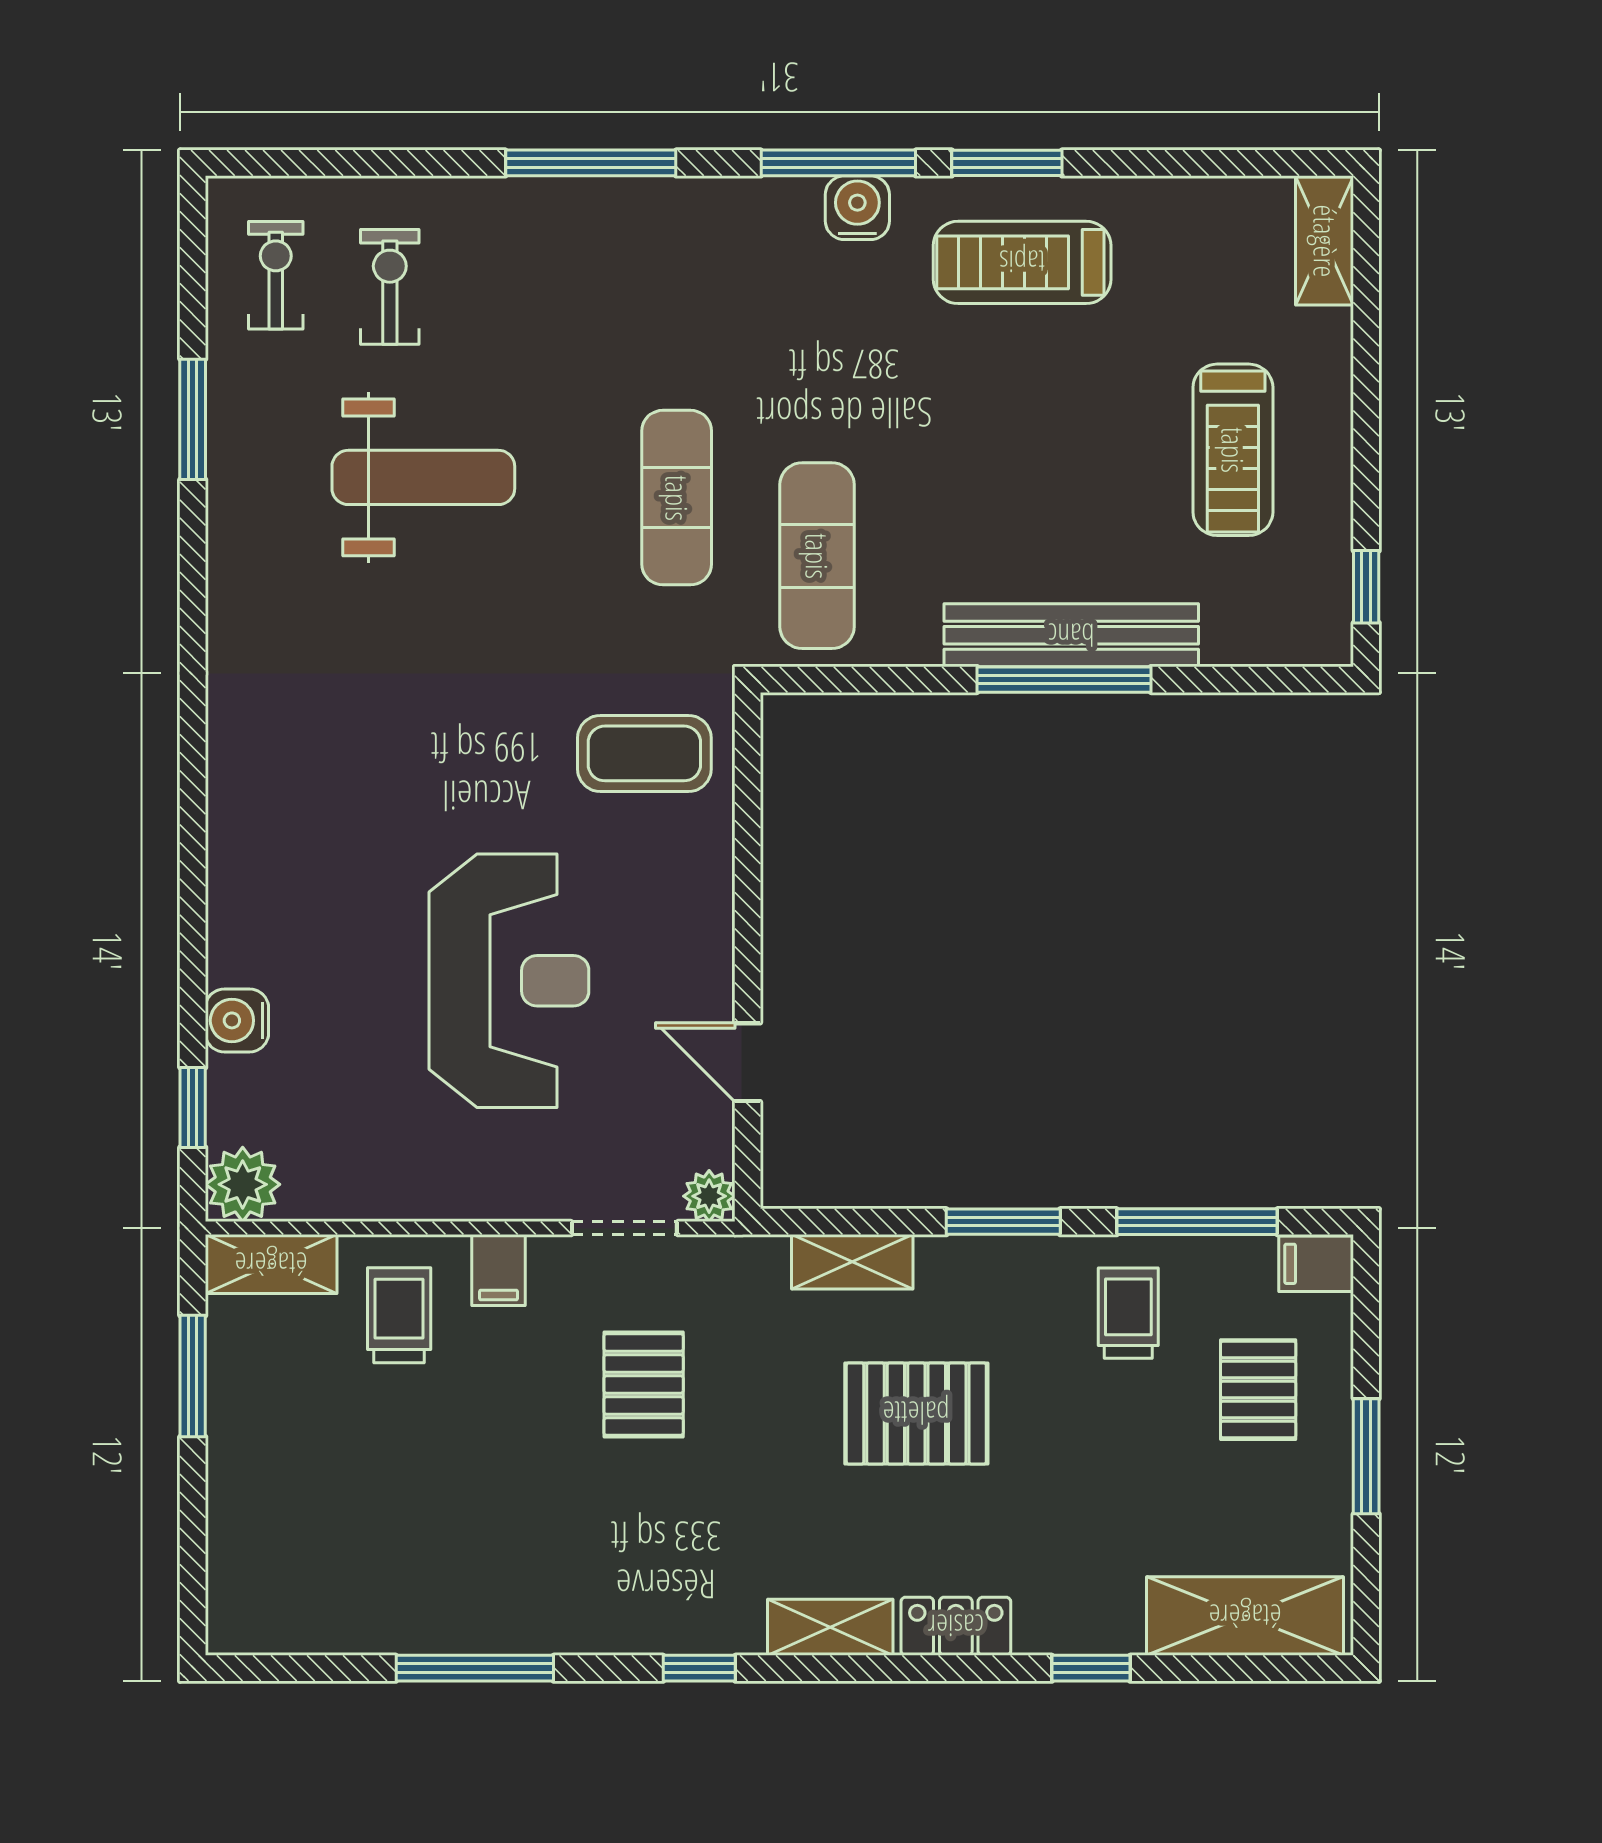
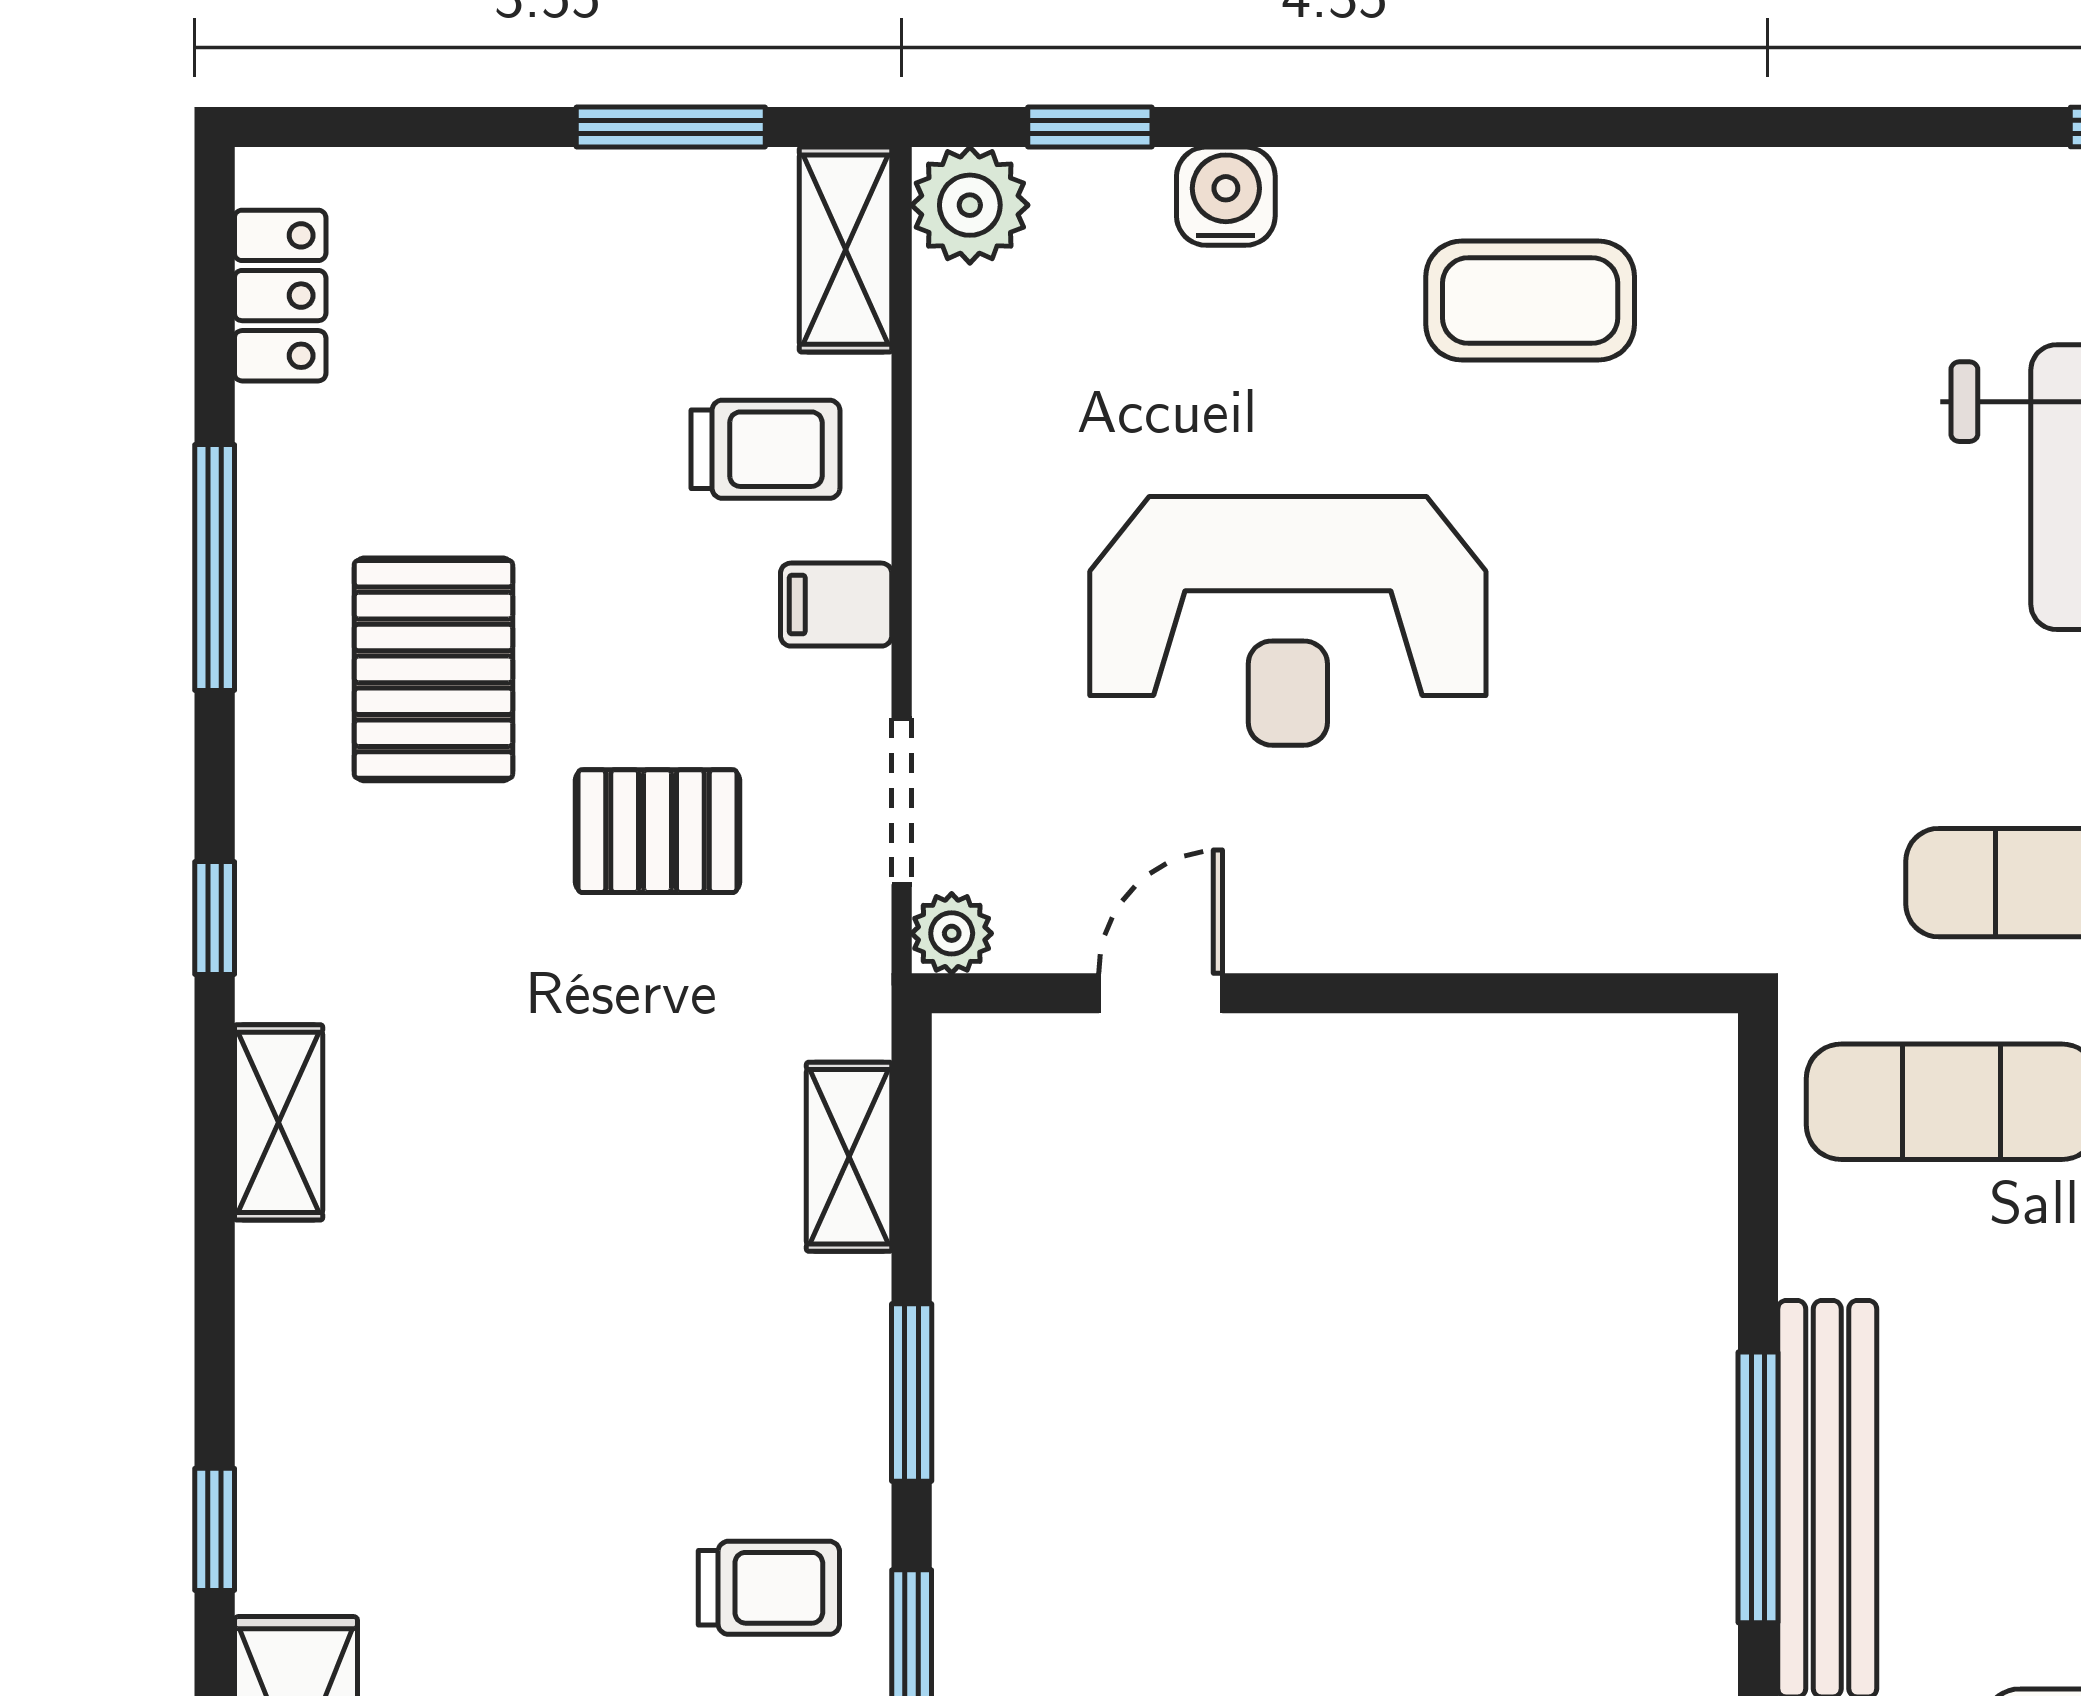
coffee table: (644, 753) -> (1530, 300), moved, turned 90
pallet: (916, 1413) -> (433, 669), moved
locker: (956, 1626) -> (280, 296), moved

